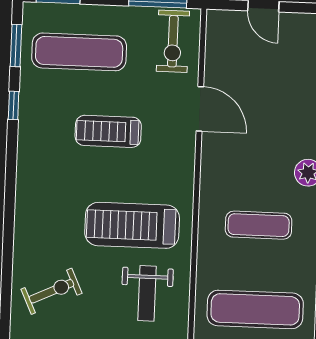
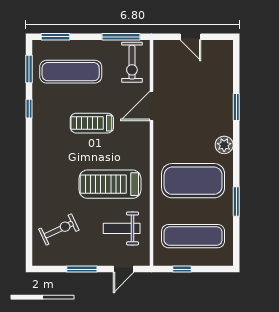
door: (200, 109) -> (151, 106), swing flipped
exercise mat: (259, 225) -> (193, 181), width x2.00, depth x1.45
weight bench: (147, 293) -> (122, 228), turned 90

